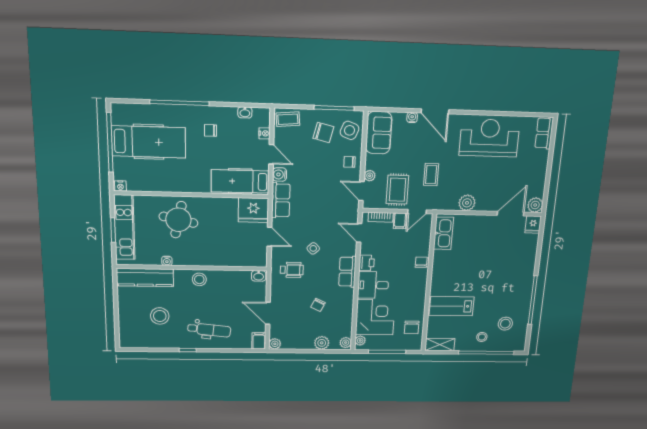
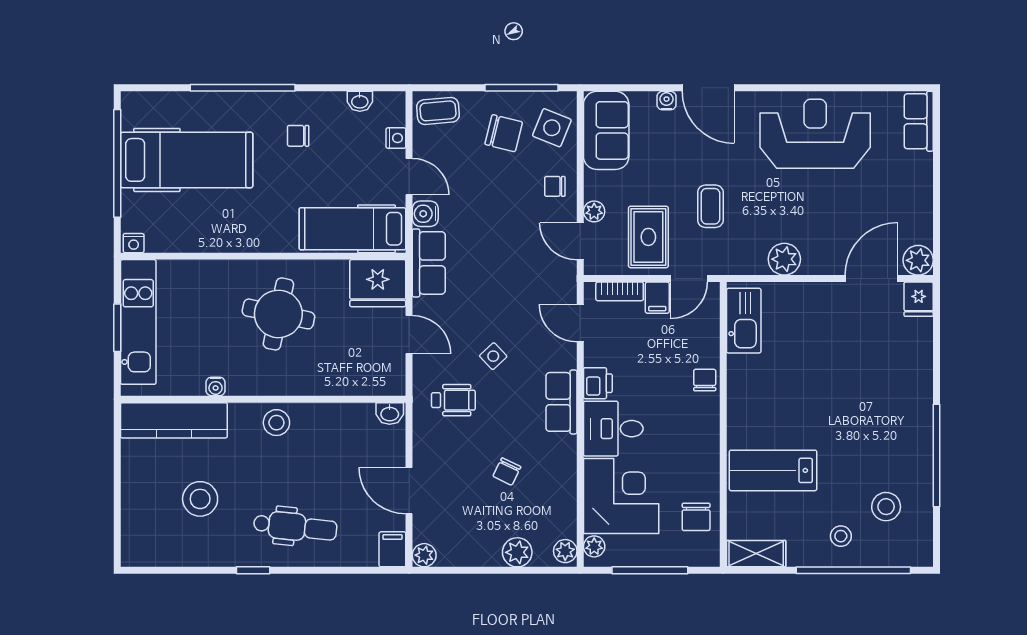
round table: (178, 220) -> (278, 314), moved

